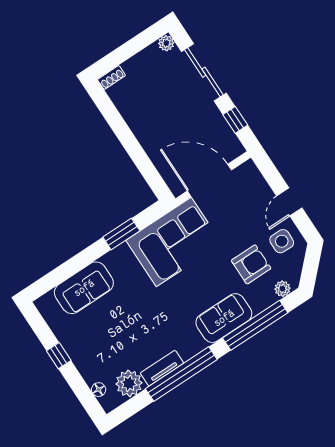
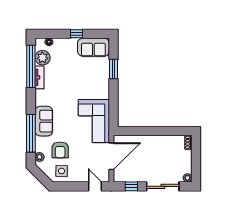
door: (289, 202) -> (95, 186), moved
window: (121, 234) -> (113, 69), moved
sofa: (84, 288) -> (93, 47), moved, turned -90
window: (181, 374) -> (31, 66), moved

